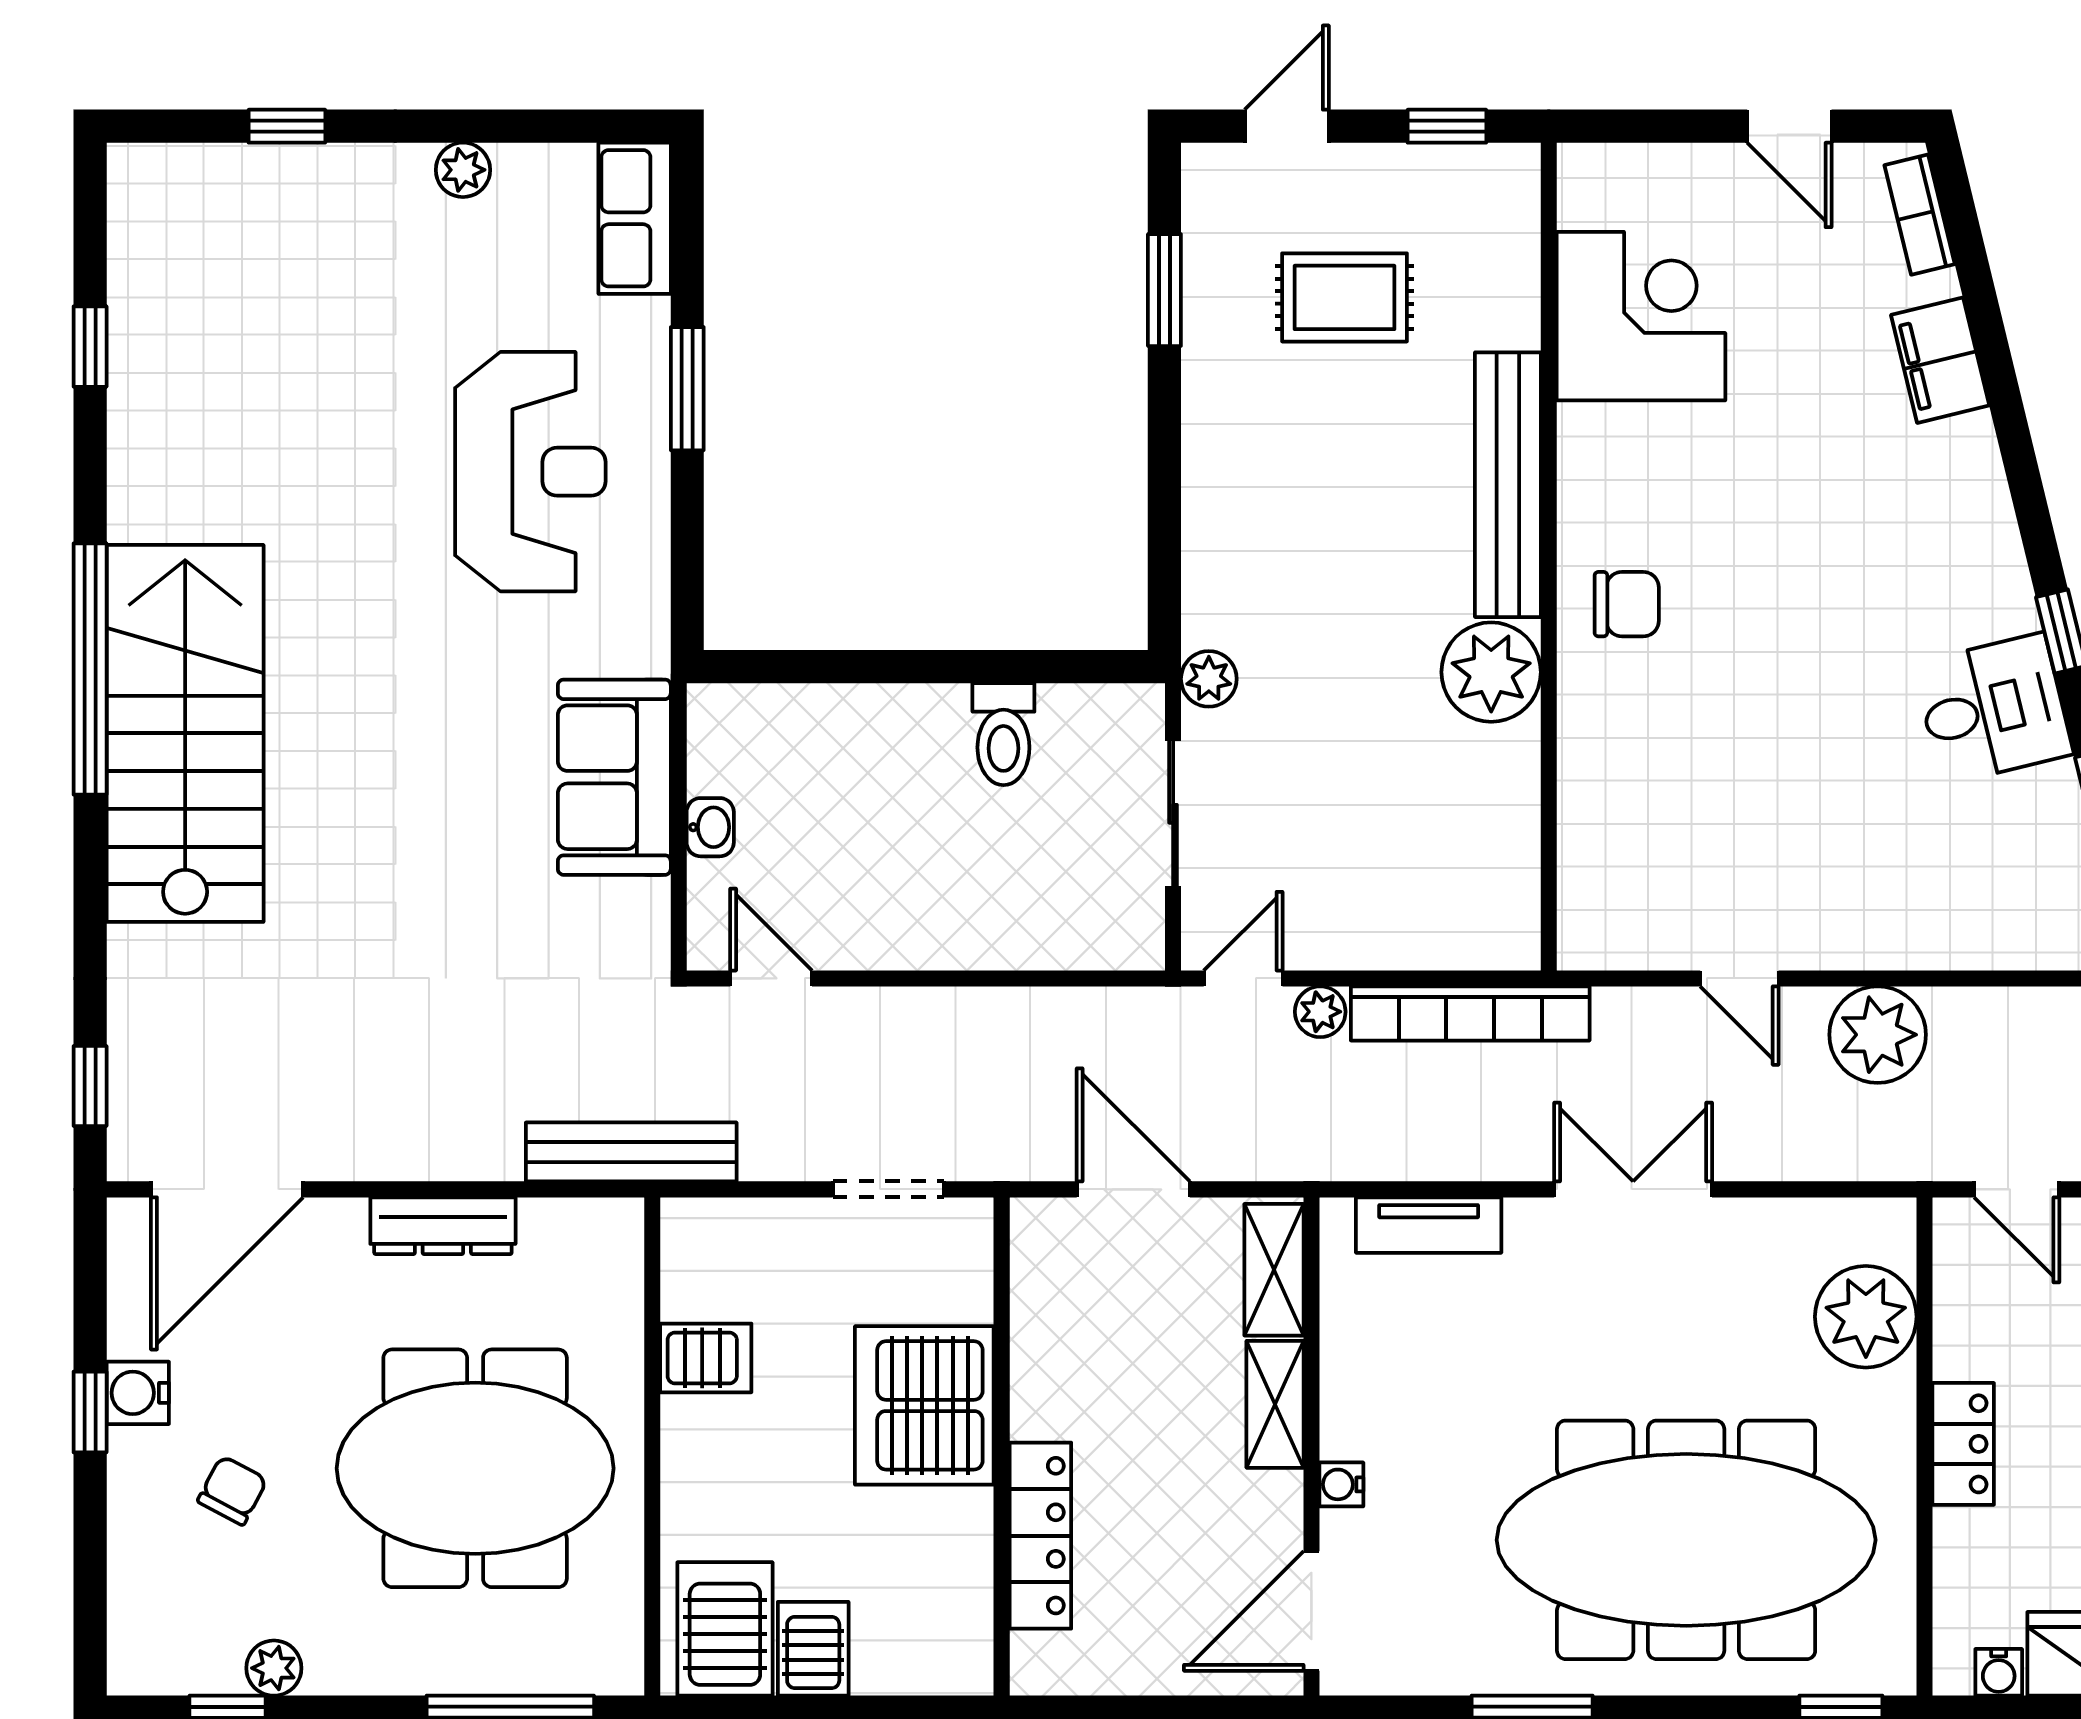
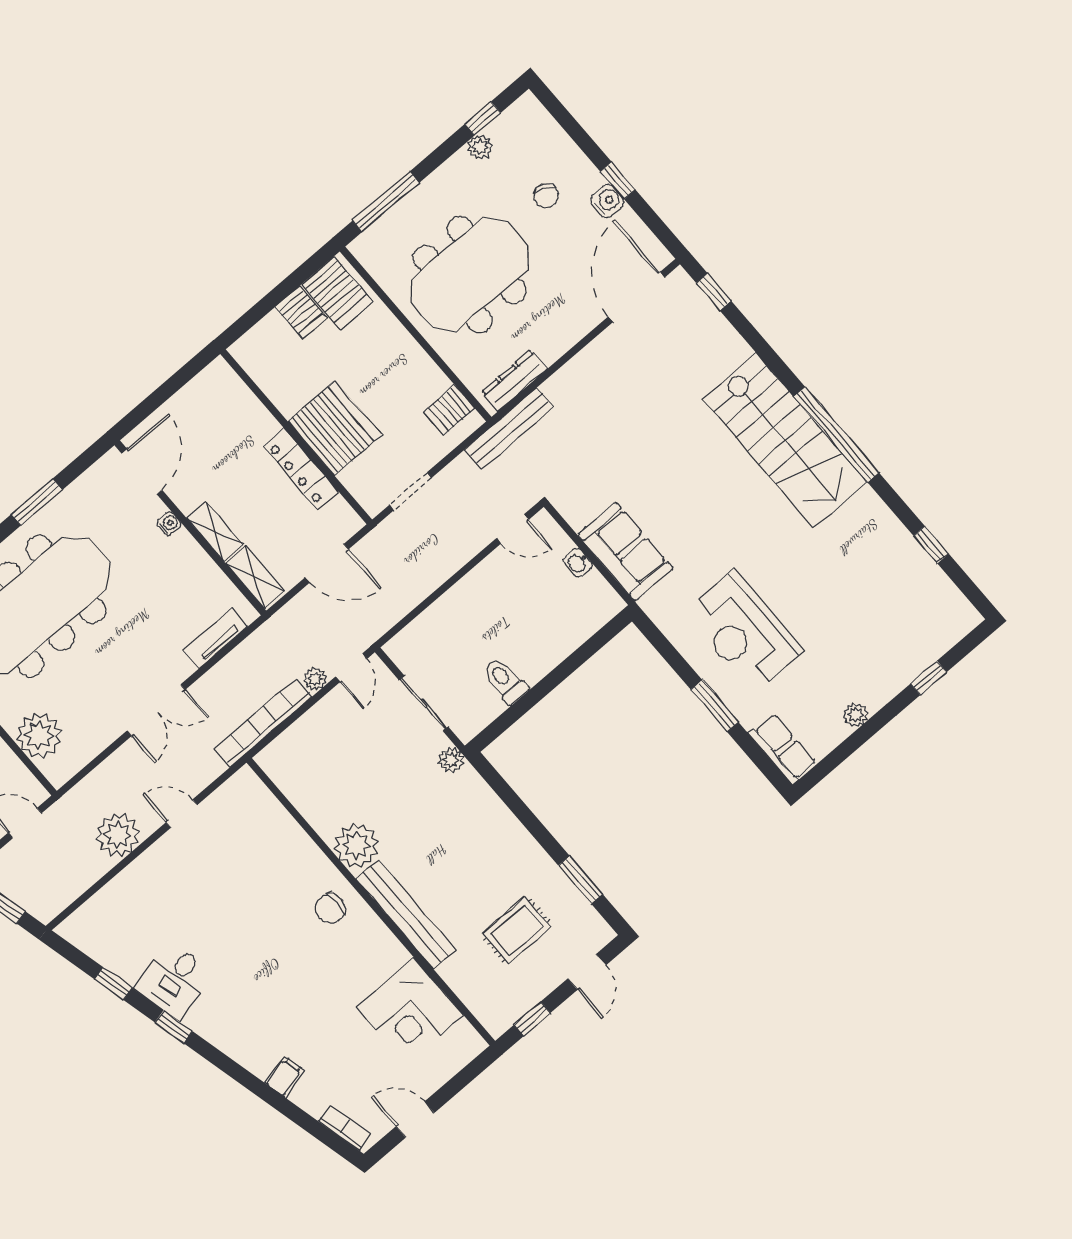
filing cabinet: (1940, 360) -> (285, 1077), width x0.50
dresser: (443, 1226) -> (514, 381), moved
server rack: (706, 1358) -> (449, 410), moved
locker: (1040, 1536) -> (301, 469), moved

